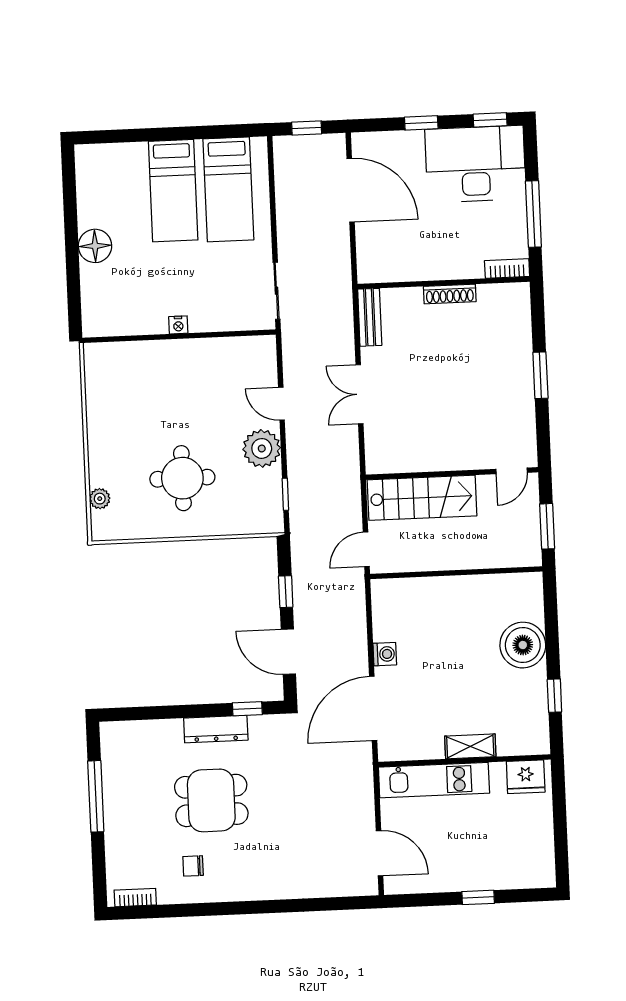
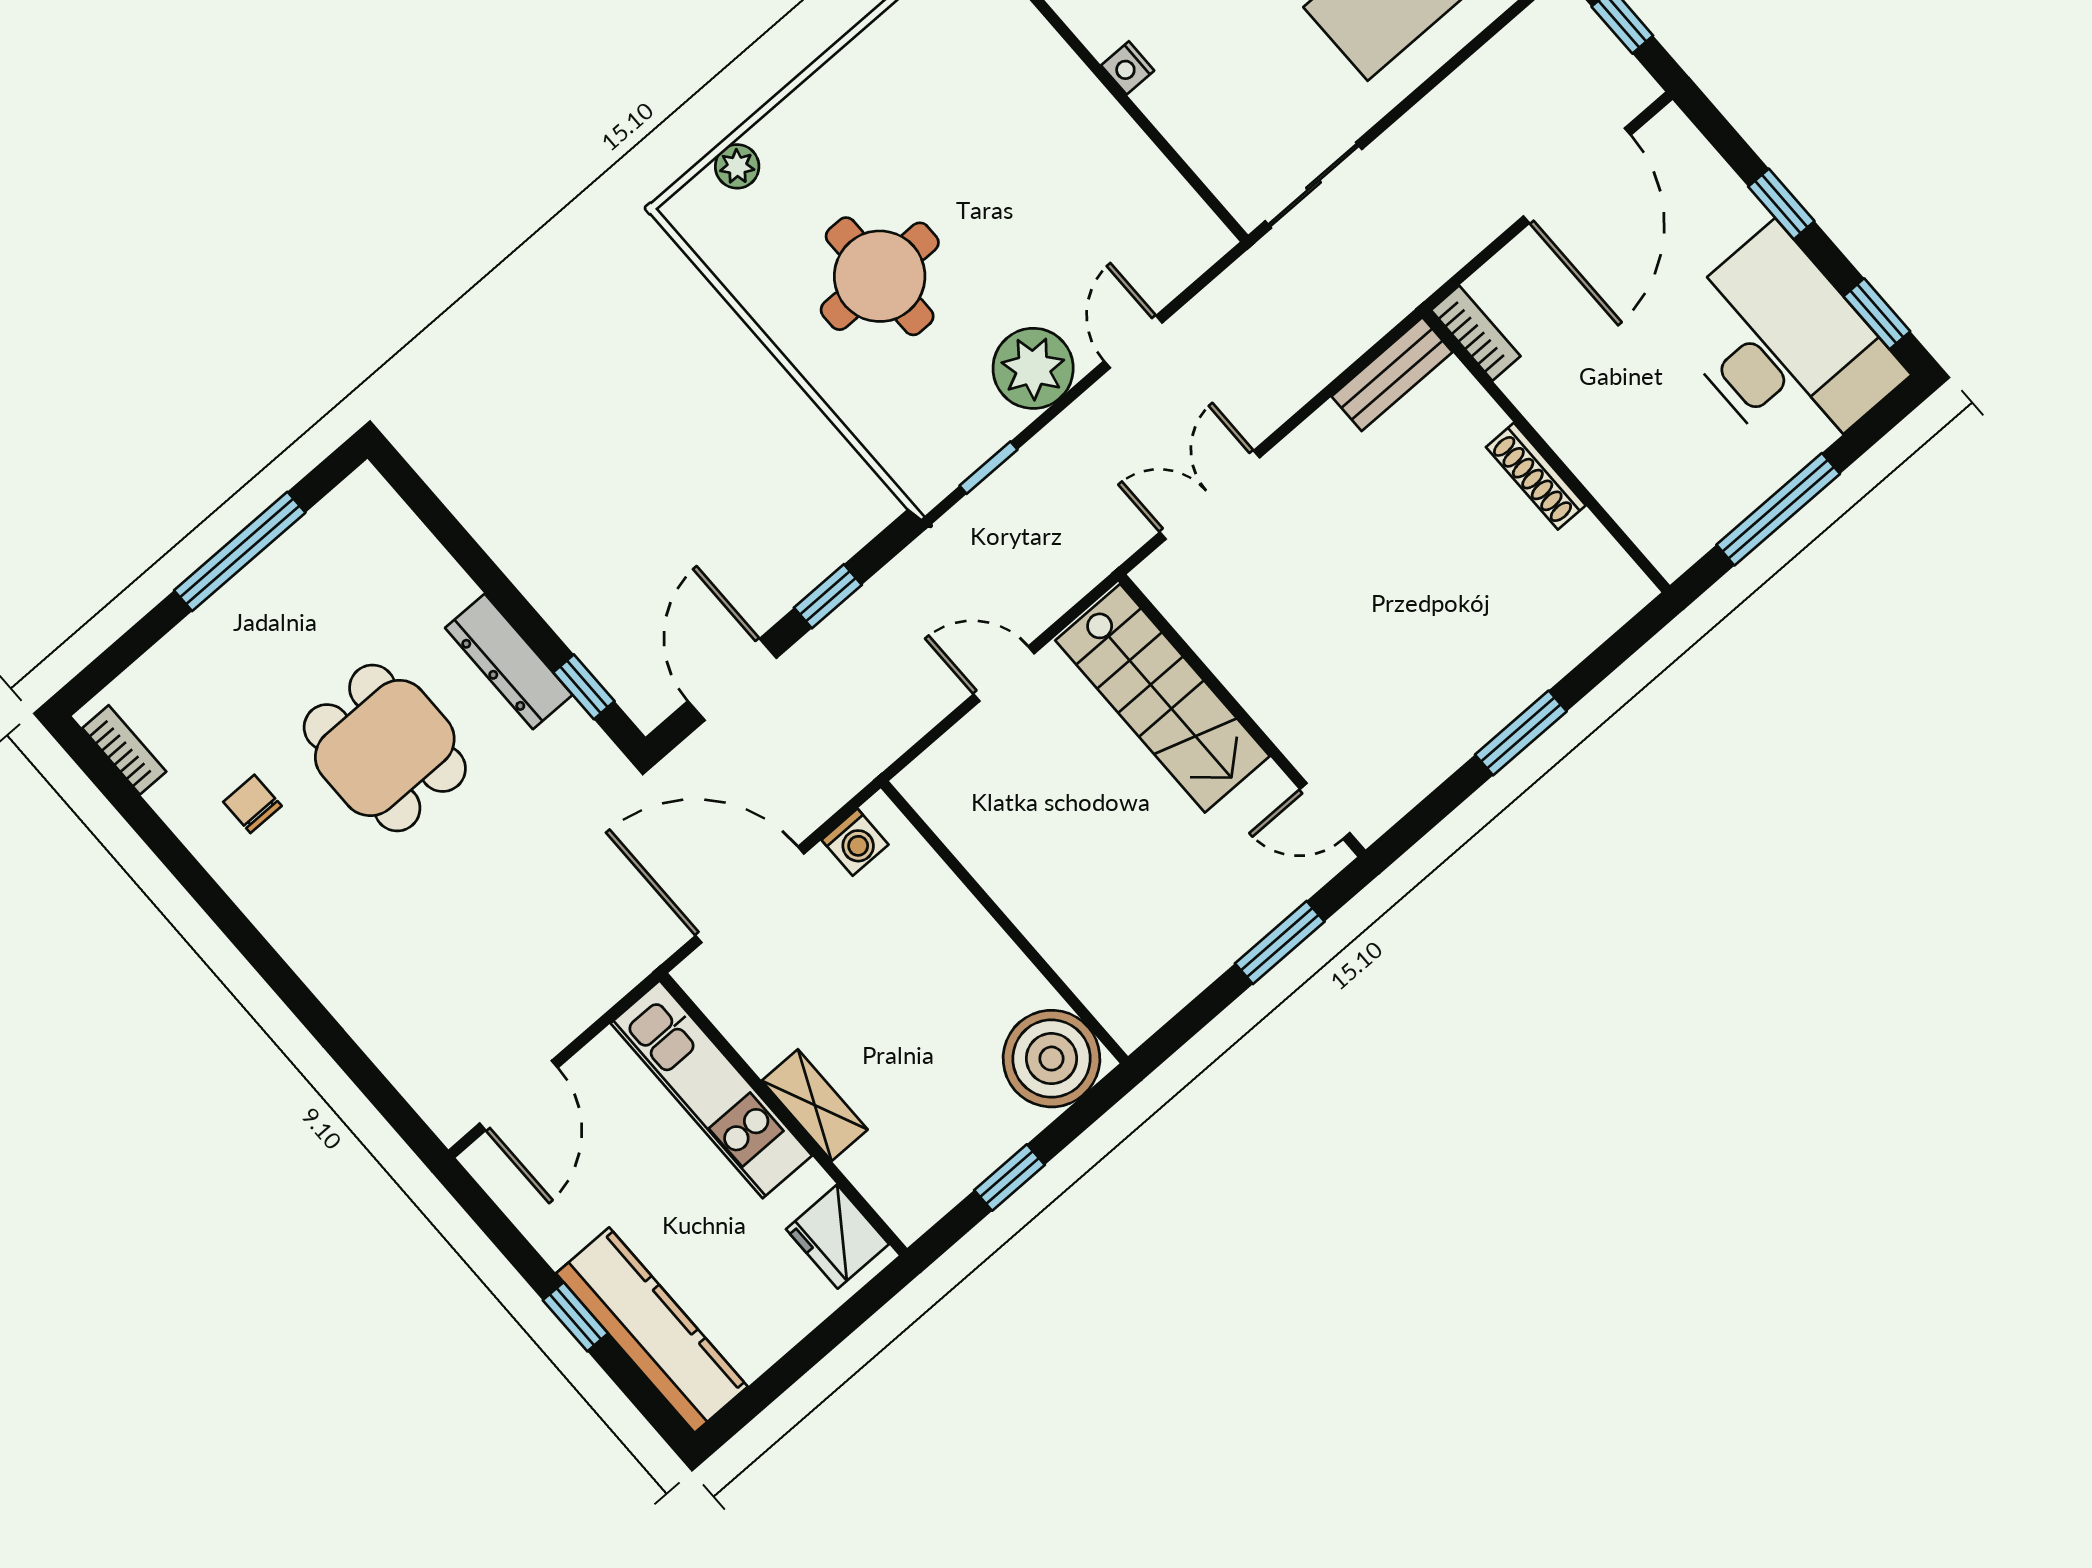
bookcase: (507, 269) -> (1476, 333), moved
double door: (359, 394) -> (1210, 495), moved
wall: (456, 573) -> (1004, 922), moved
kitchen counter: (506, 873) -> (652, 1330), added

